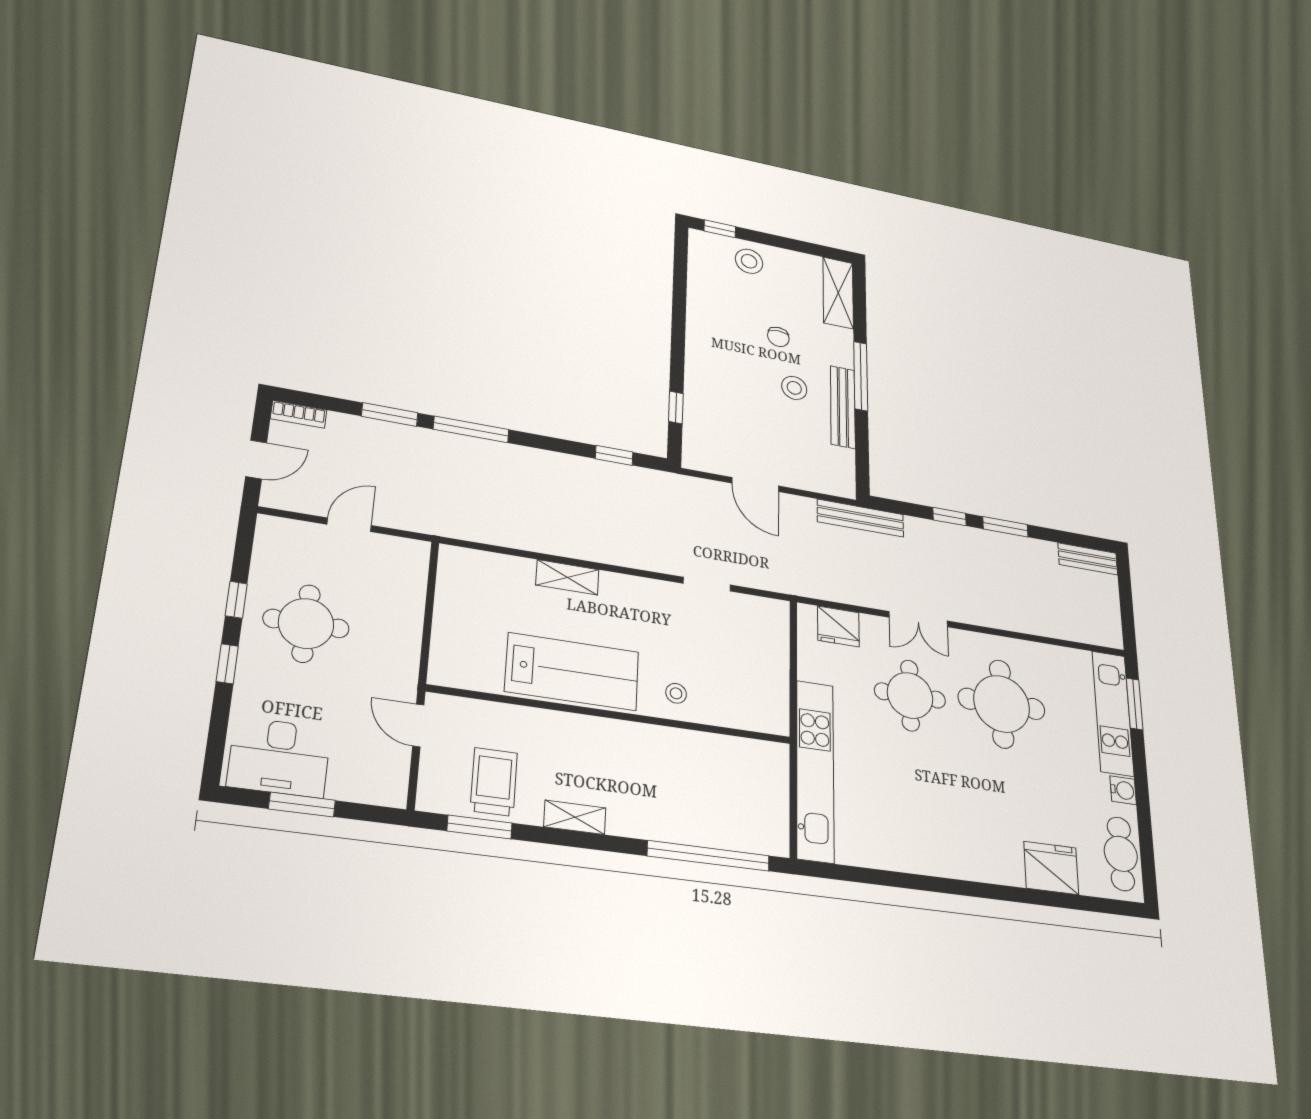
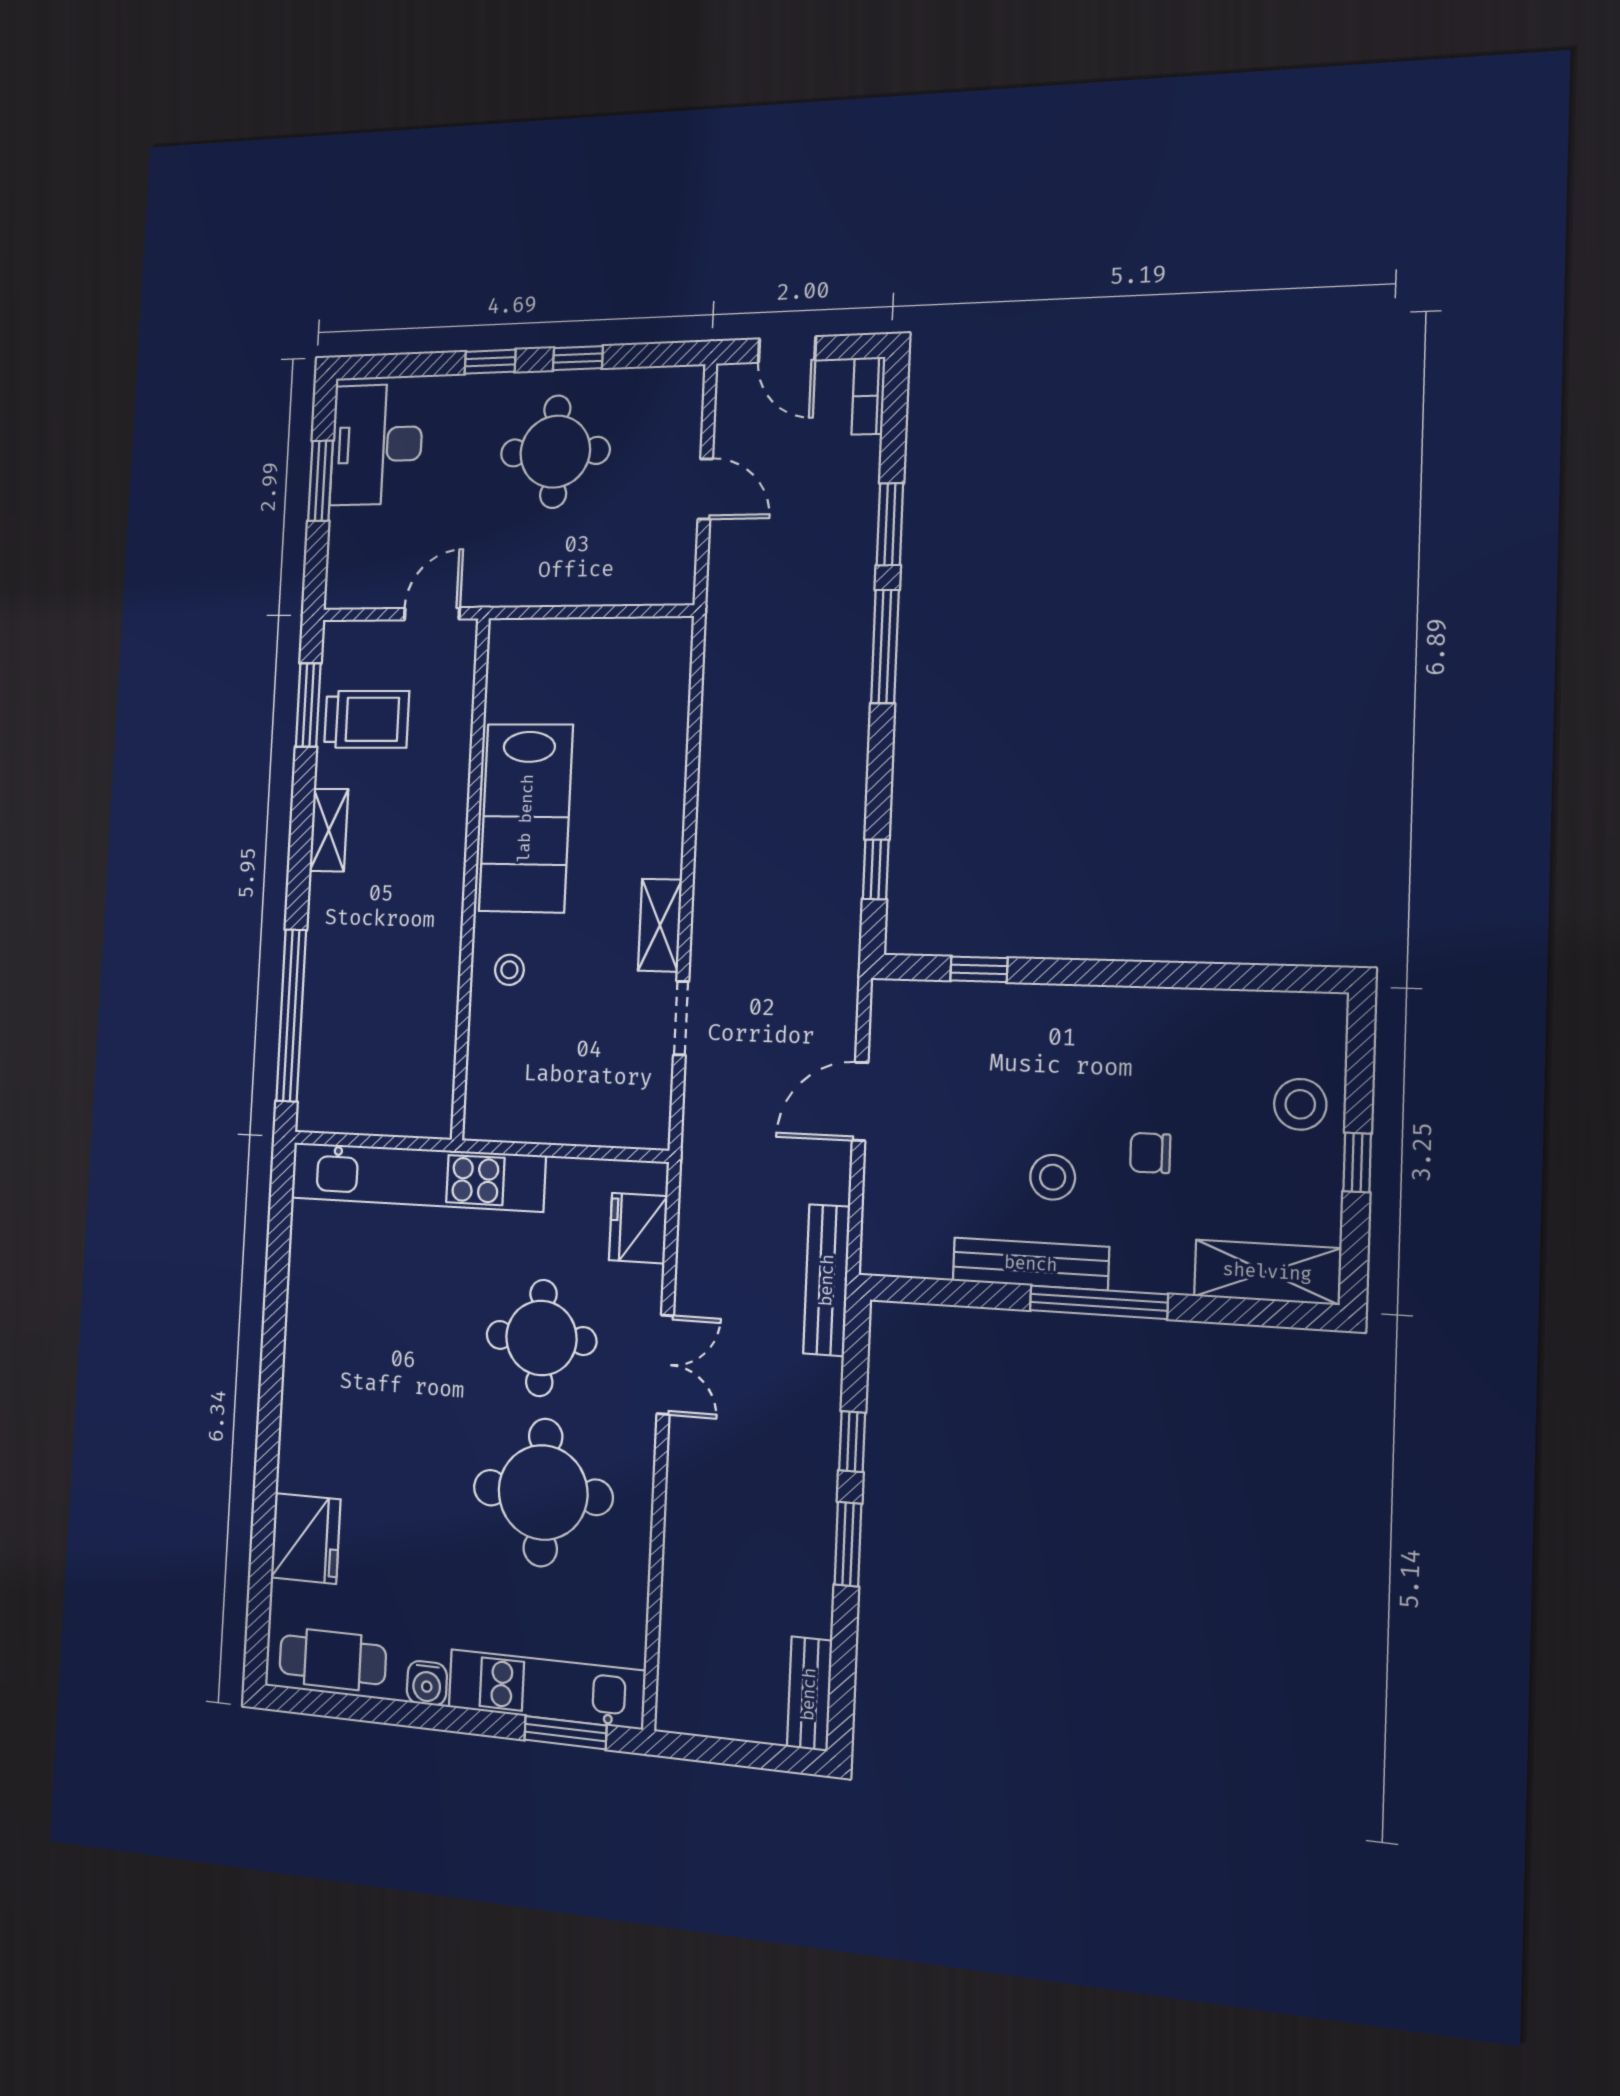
window: (720, 229) -> (1357, 1162), moved
shelving: (567, 577) -> (660, 925), moved
double door: (918, 619) -> (665, 1365), swing flipped

